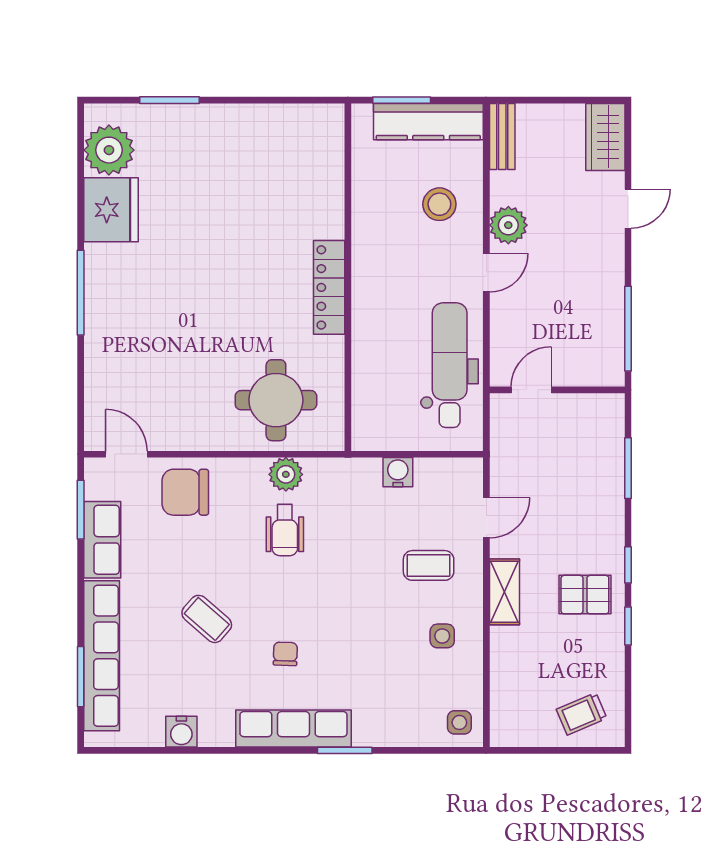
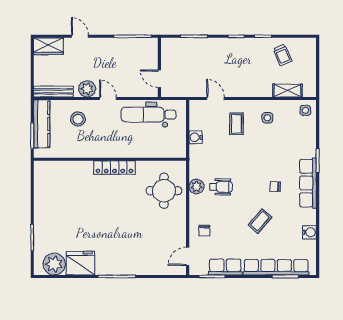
bench: (502, 136) -> (54, 91), width x1.36
chair: (185, 492) -> (204, 231), width x0.54, depth x0.54
shelving: (504, 592) -> (287, 91), moved
pallet: (585, 595) -> (249, 55), removed
trolley: (582, 714) -> (283, 55), moved

